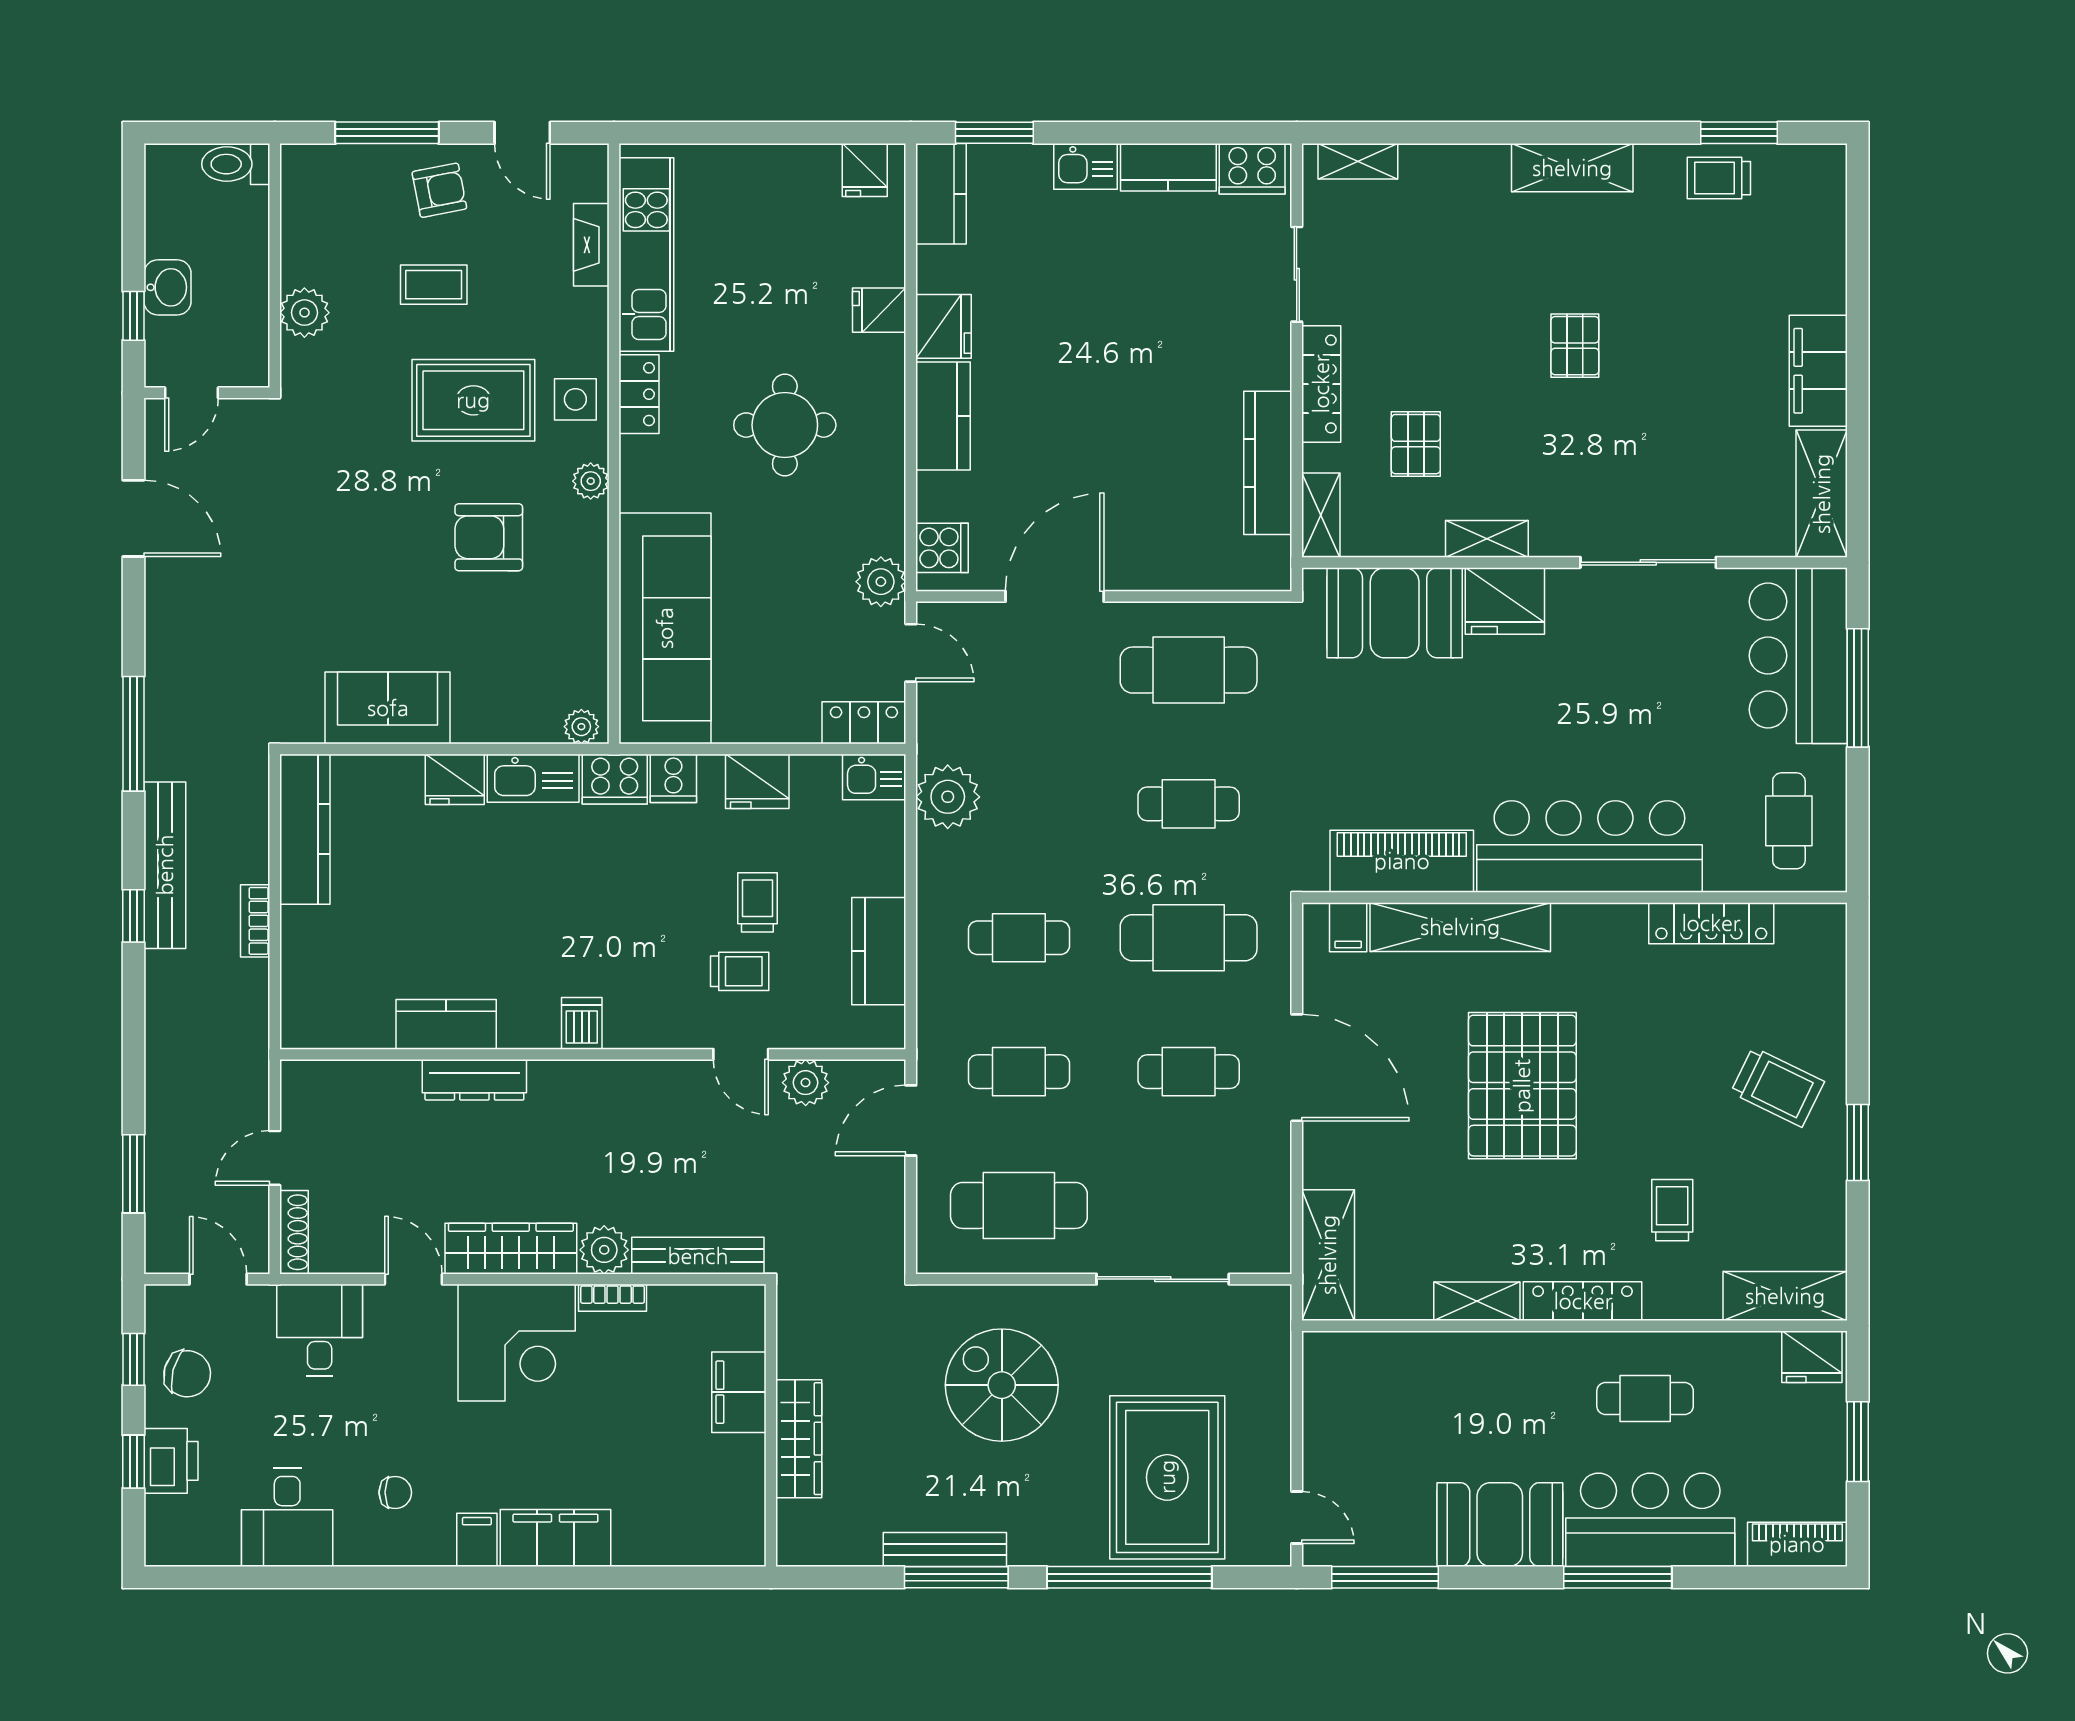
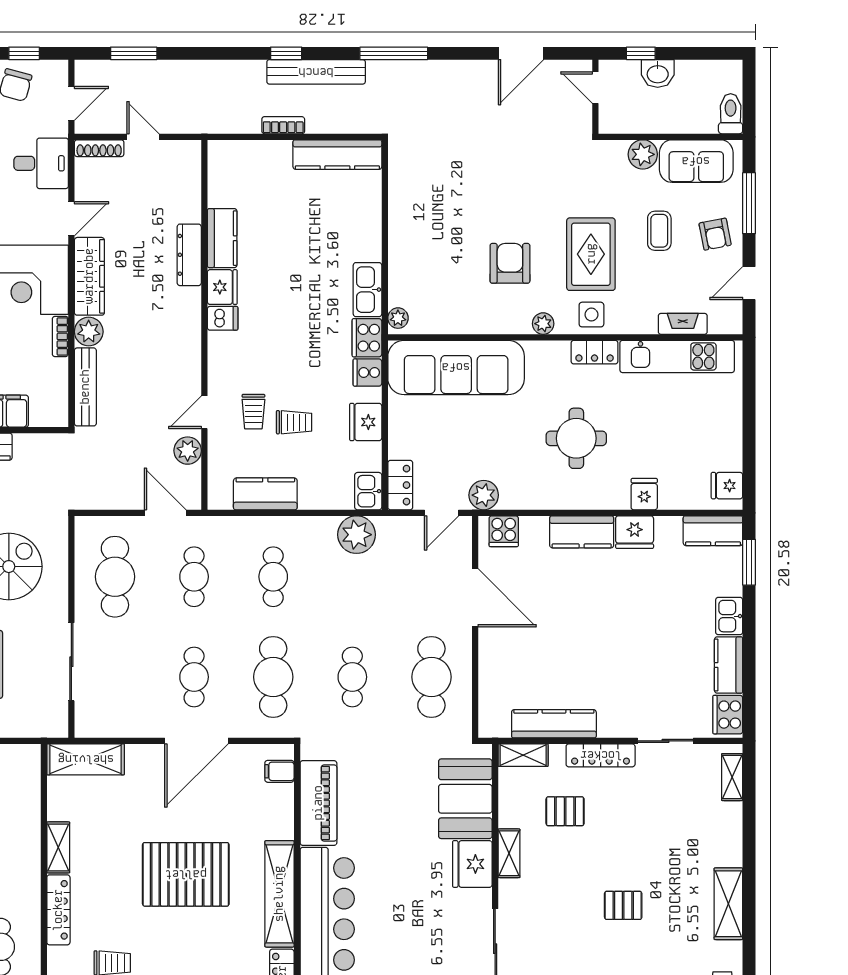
sofa: (388, 708) -> (696, 161), moved, turned 90
fridge: (455, 779) -> (222, 287), moved, turned 180
shelving: (1460, 927) -> (279, 894), moved

